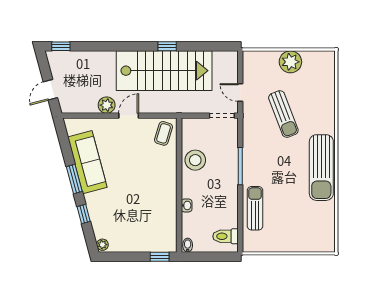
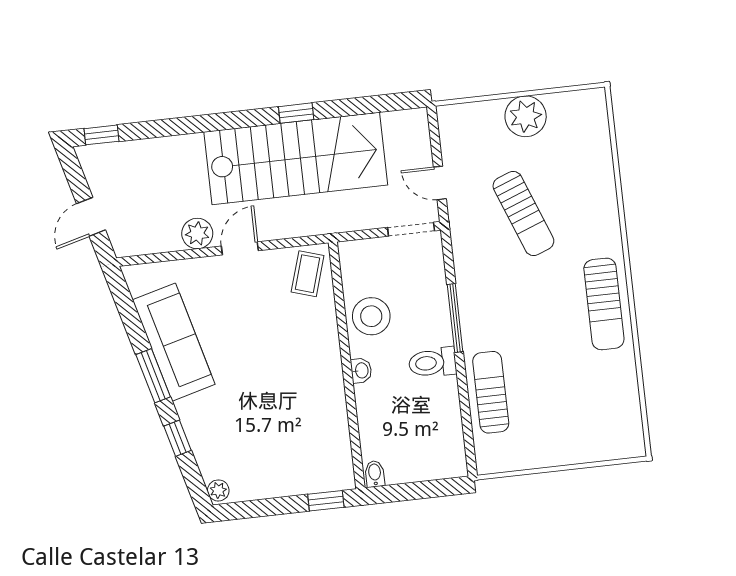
sun lounger: (321, 168) -> (604, 304), width x0.73, depth x0.75
washbasin: (187, 205) -> (361, 370), moved
toilet: (225, 236) -> (432, 363), moved

